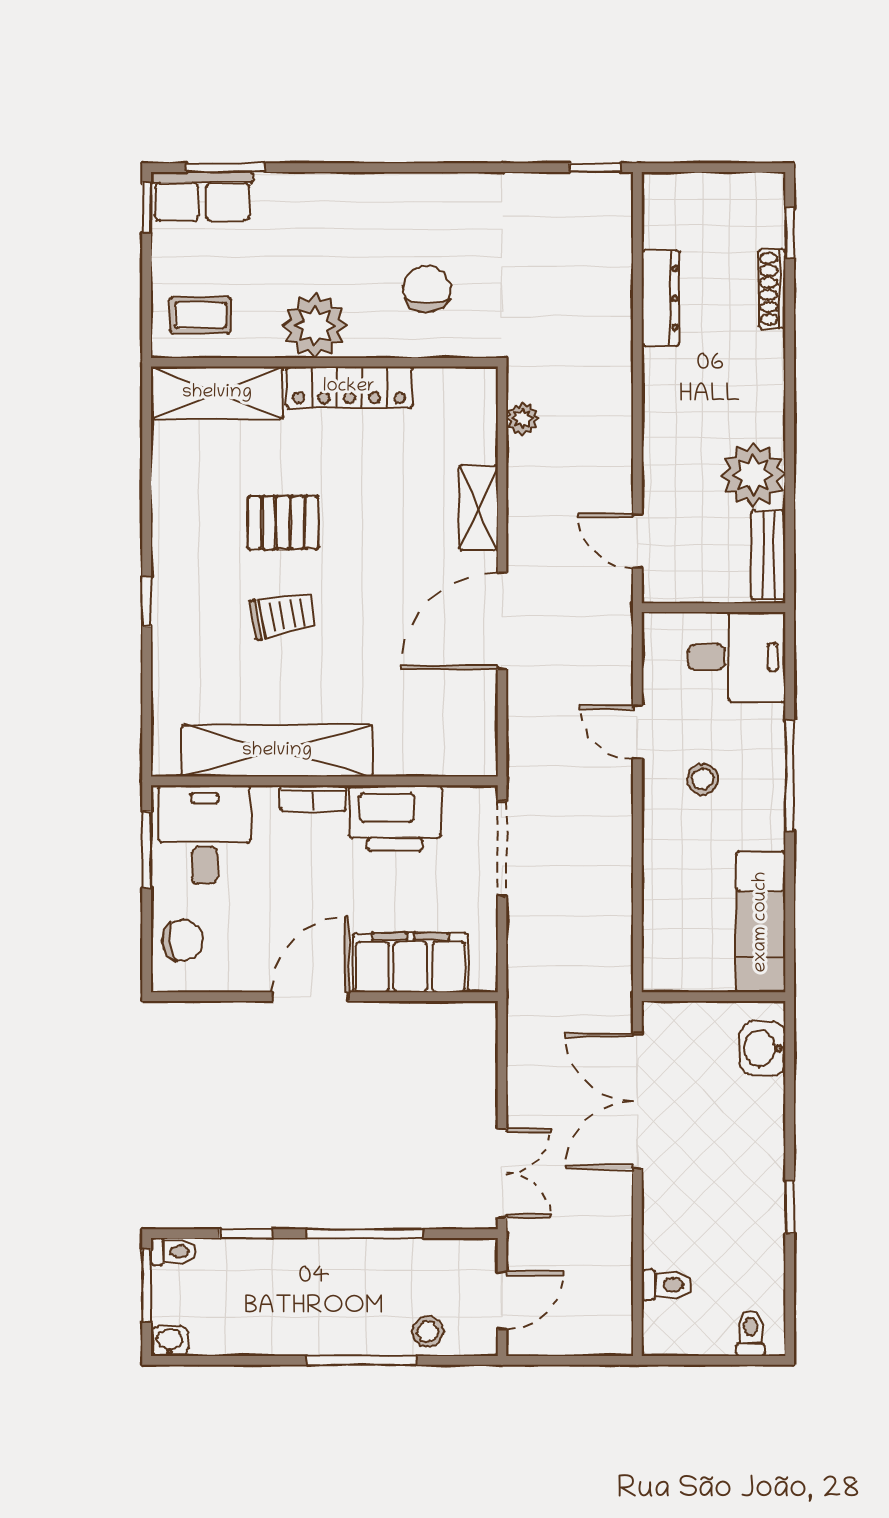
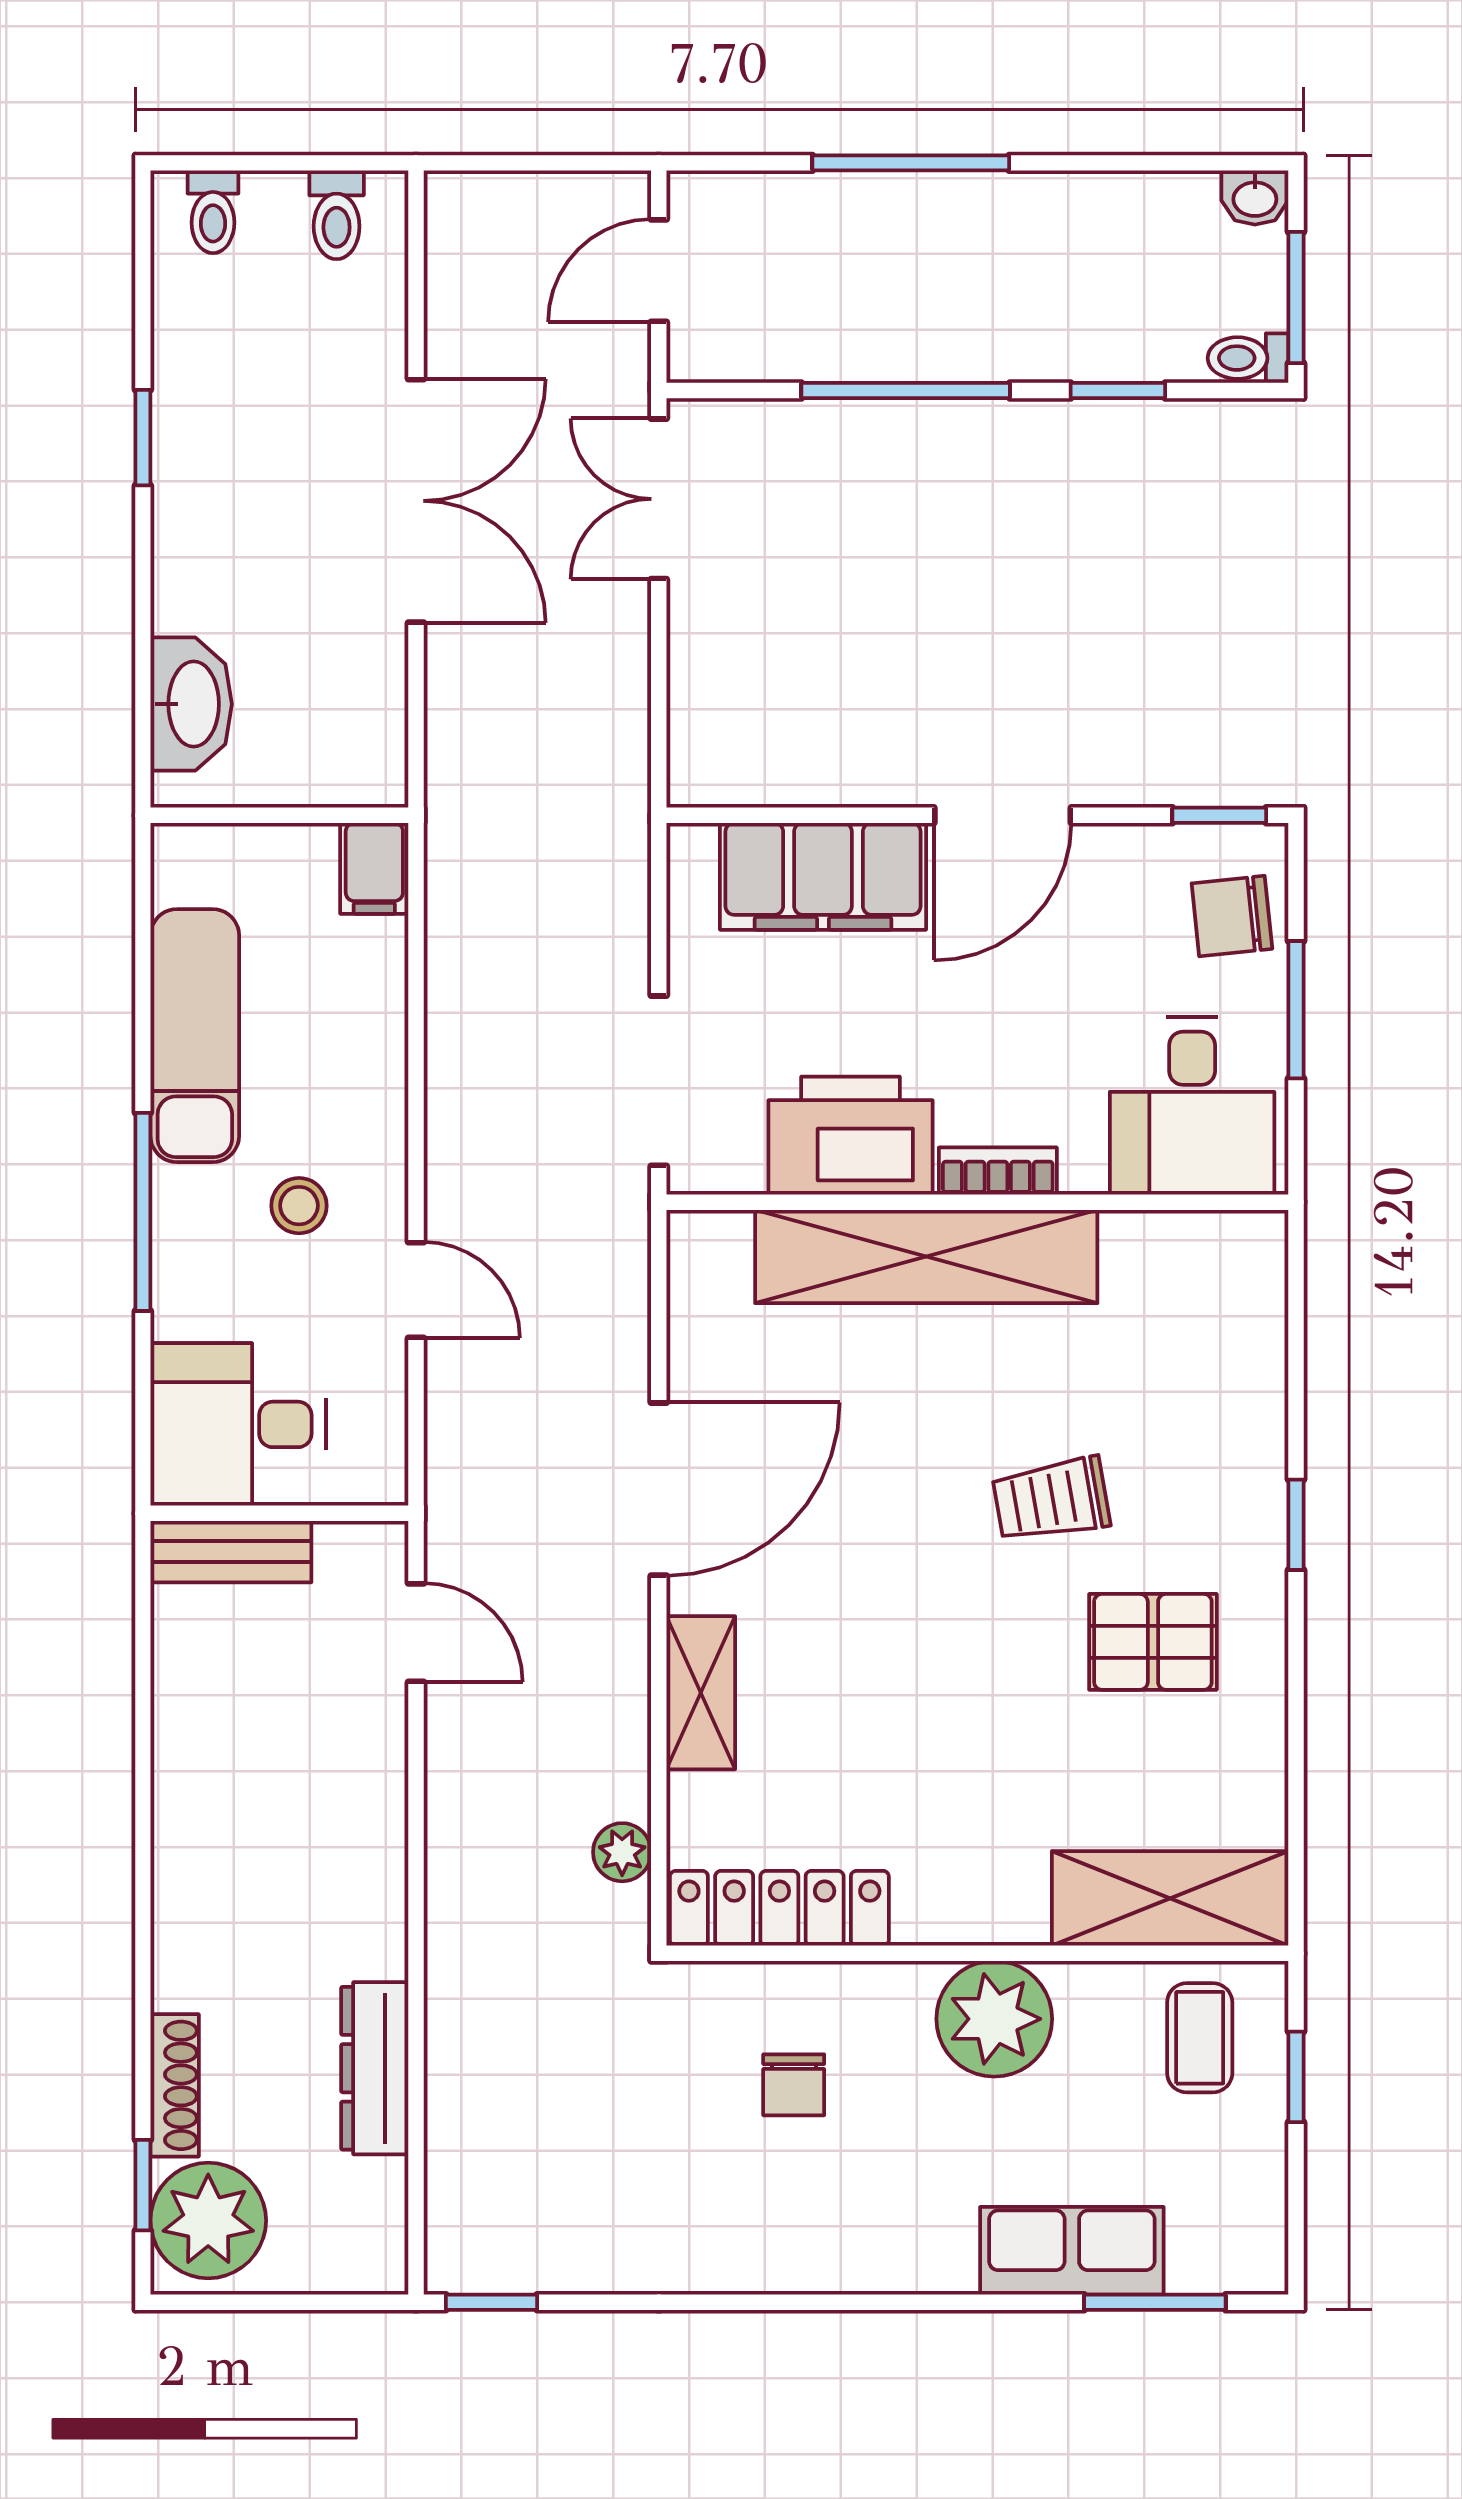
row of seats: (202, 196) -> (1072, 2251), moved
window: (147, 208) -> (1296, 2077), moved
chair: (427, 289) -> (794, 2085), width x0.73, depth x0.73
coffee table: (200, 315) -> (1200, 2038), turned 90
locker: (349, 387) -> (779, 1908), moved
plant: (753, 475) -> (208, 2220), moved
pallet: (283, 523) -> (1153, 1642), moved
bench: (768, 555) -> (231, 1552), moved, turned 90
shelving: (277, 751) -> (926, 1256), moved
window: (147, 850) -> (1296, 1010), moved
exam couch: (761, 922) -> (195, 1036), moved
filing cabinet: (661, 967) -> (374, 868), added
window: (190, 997) -> (1219, 815), added
washbasin: (763, 1048) -> (191, 704), width x1.38
double door: (637, 1101) -> (416, 501), moved
toilet: (666, 1285) -> (337, 215), moved, turned -90
stool: (428, 1332) -> (792, 215), removed

